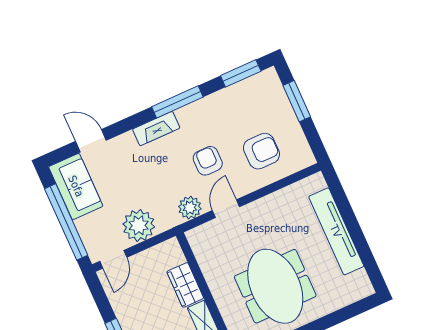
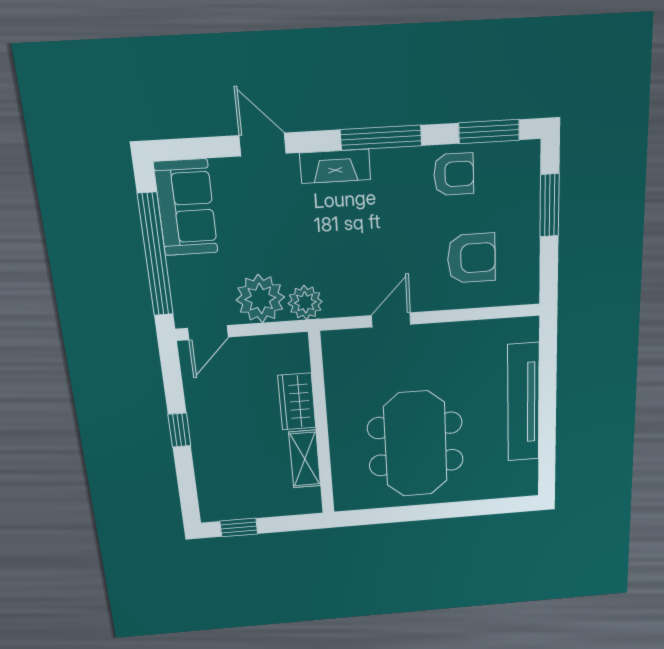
door: (91, 141) -> (263, 144), moved
armchair: (208, 161) -> (454, 174), moved, turned 90
plant: (190, 208) -> (305, 302), moved

